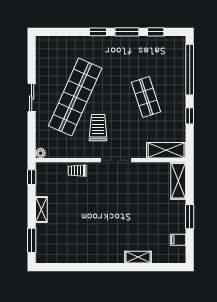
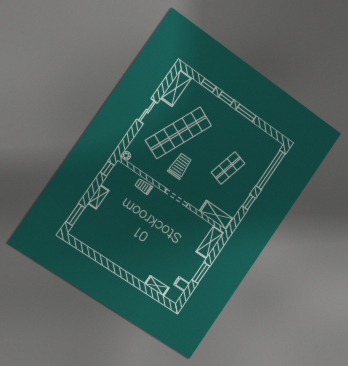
window: (156, 32) -> (208, 85), moved
shelving: (44, 56) -> (176, 88), added
shop shelf: (146, 97) -> (228, 168), turned 33
shelving: (138, 257) -> (157, 286), moved

